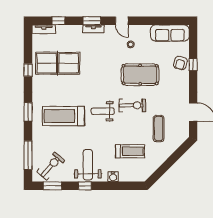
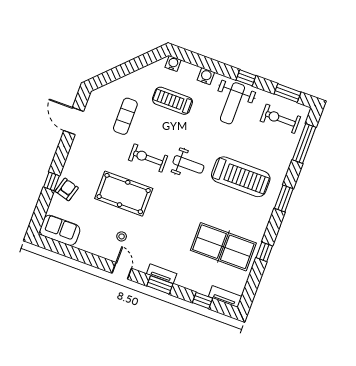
sofa: (170, 33) -> (60, 230), width x0.73
exercise bike: (51, 166) -> (280, 119), turned 48
water cooler: (139, 177) -> (173, 64), added

